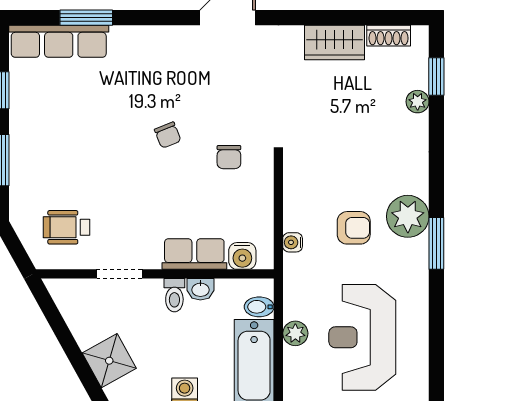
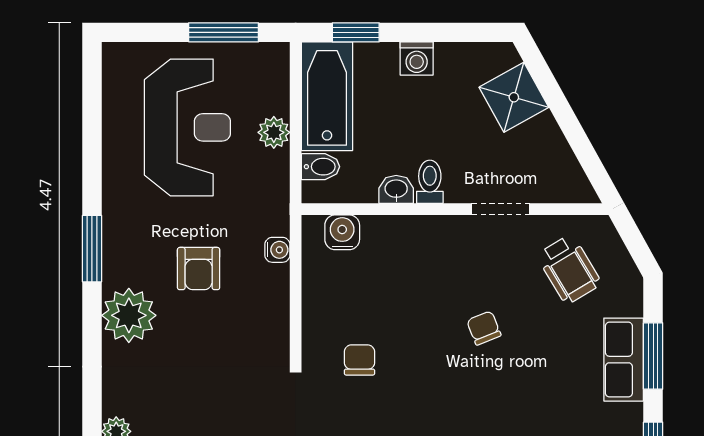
chair: (168, 135) -> (484, 328), moved
plant: (408, 216) -> (129, 315), moved
wheelchair: (67, 227) -> (569, 269), turned 59
armchair: (354, 228) -> (199, 269), turned -90
row of seats: (194, 254) -> (624, 360), moved, turned 90

